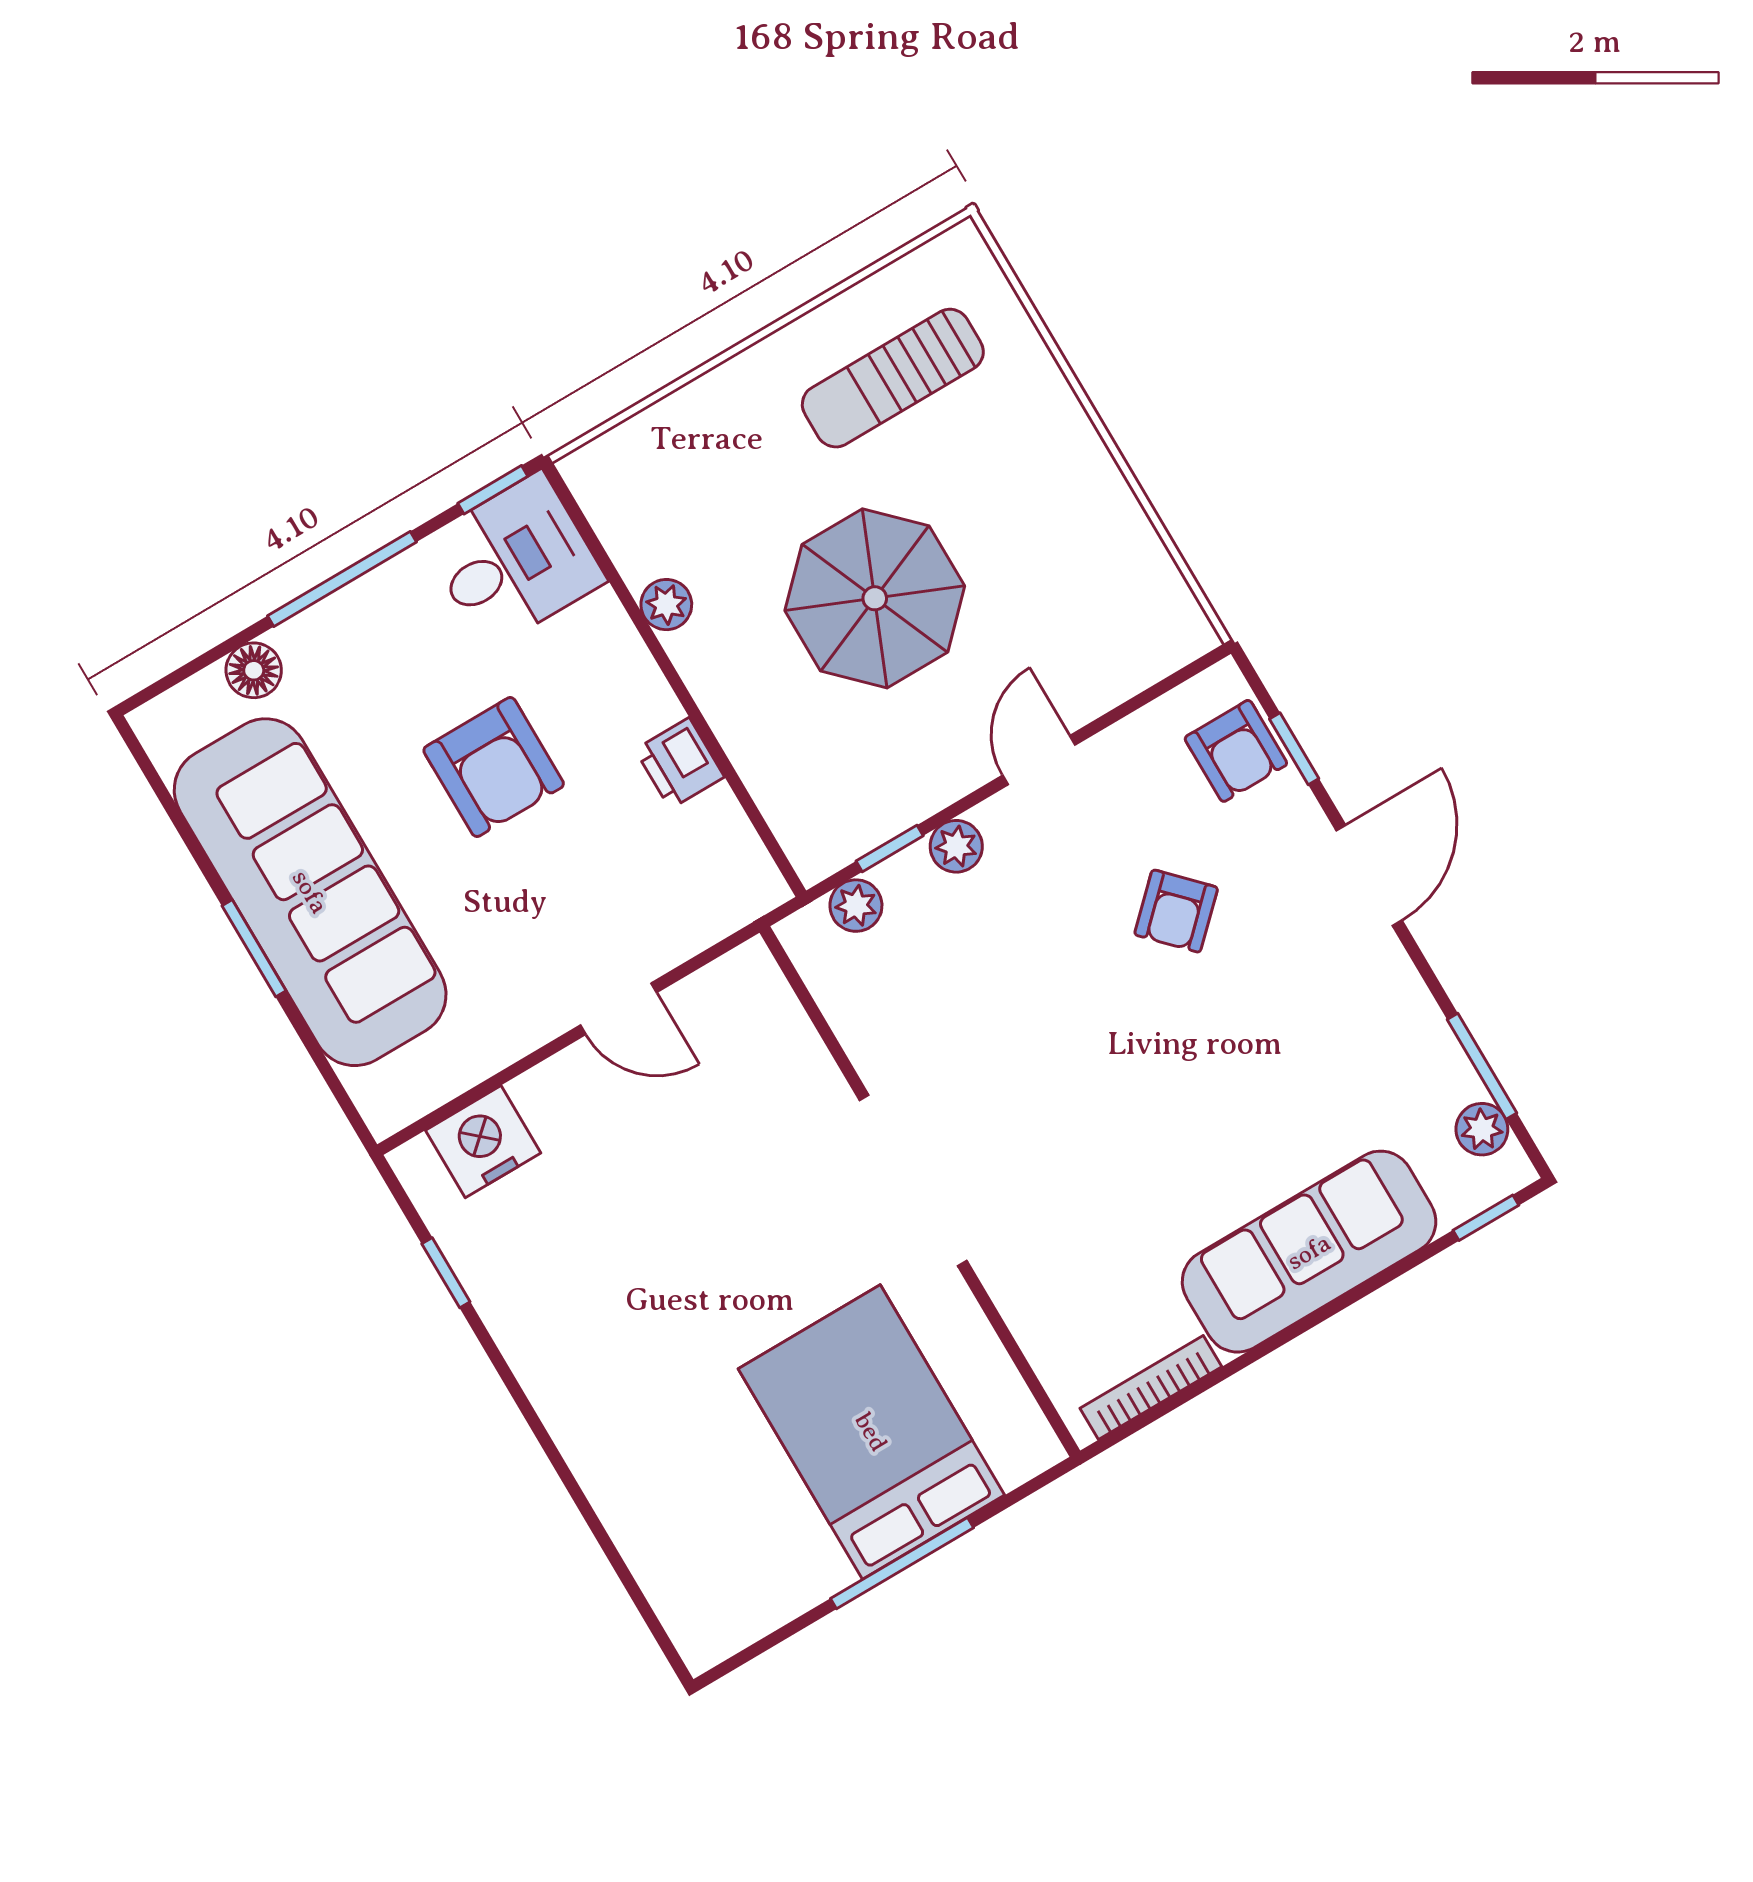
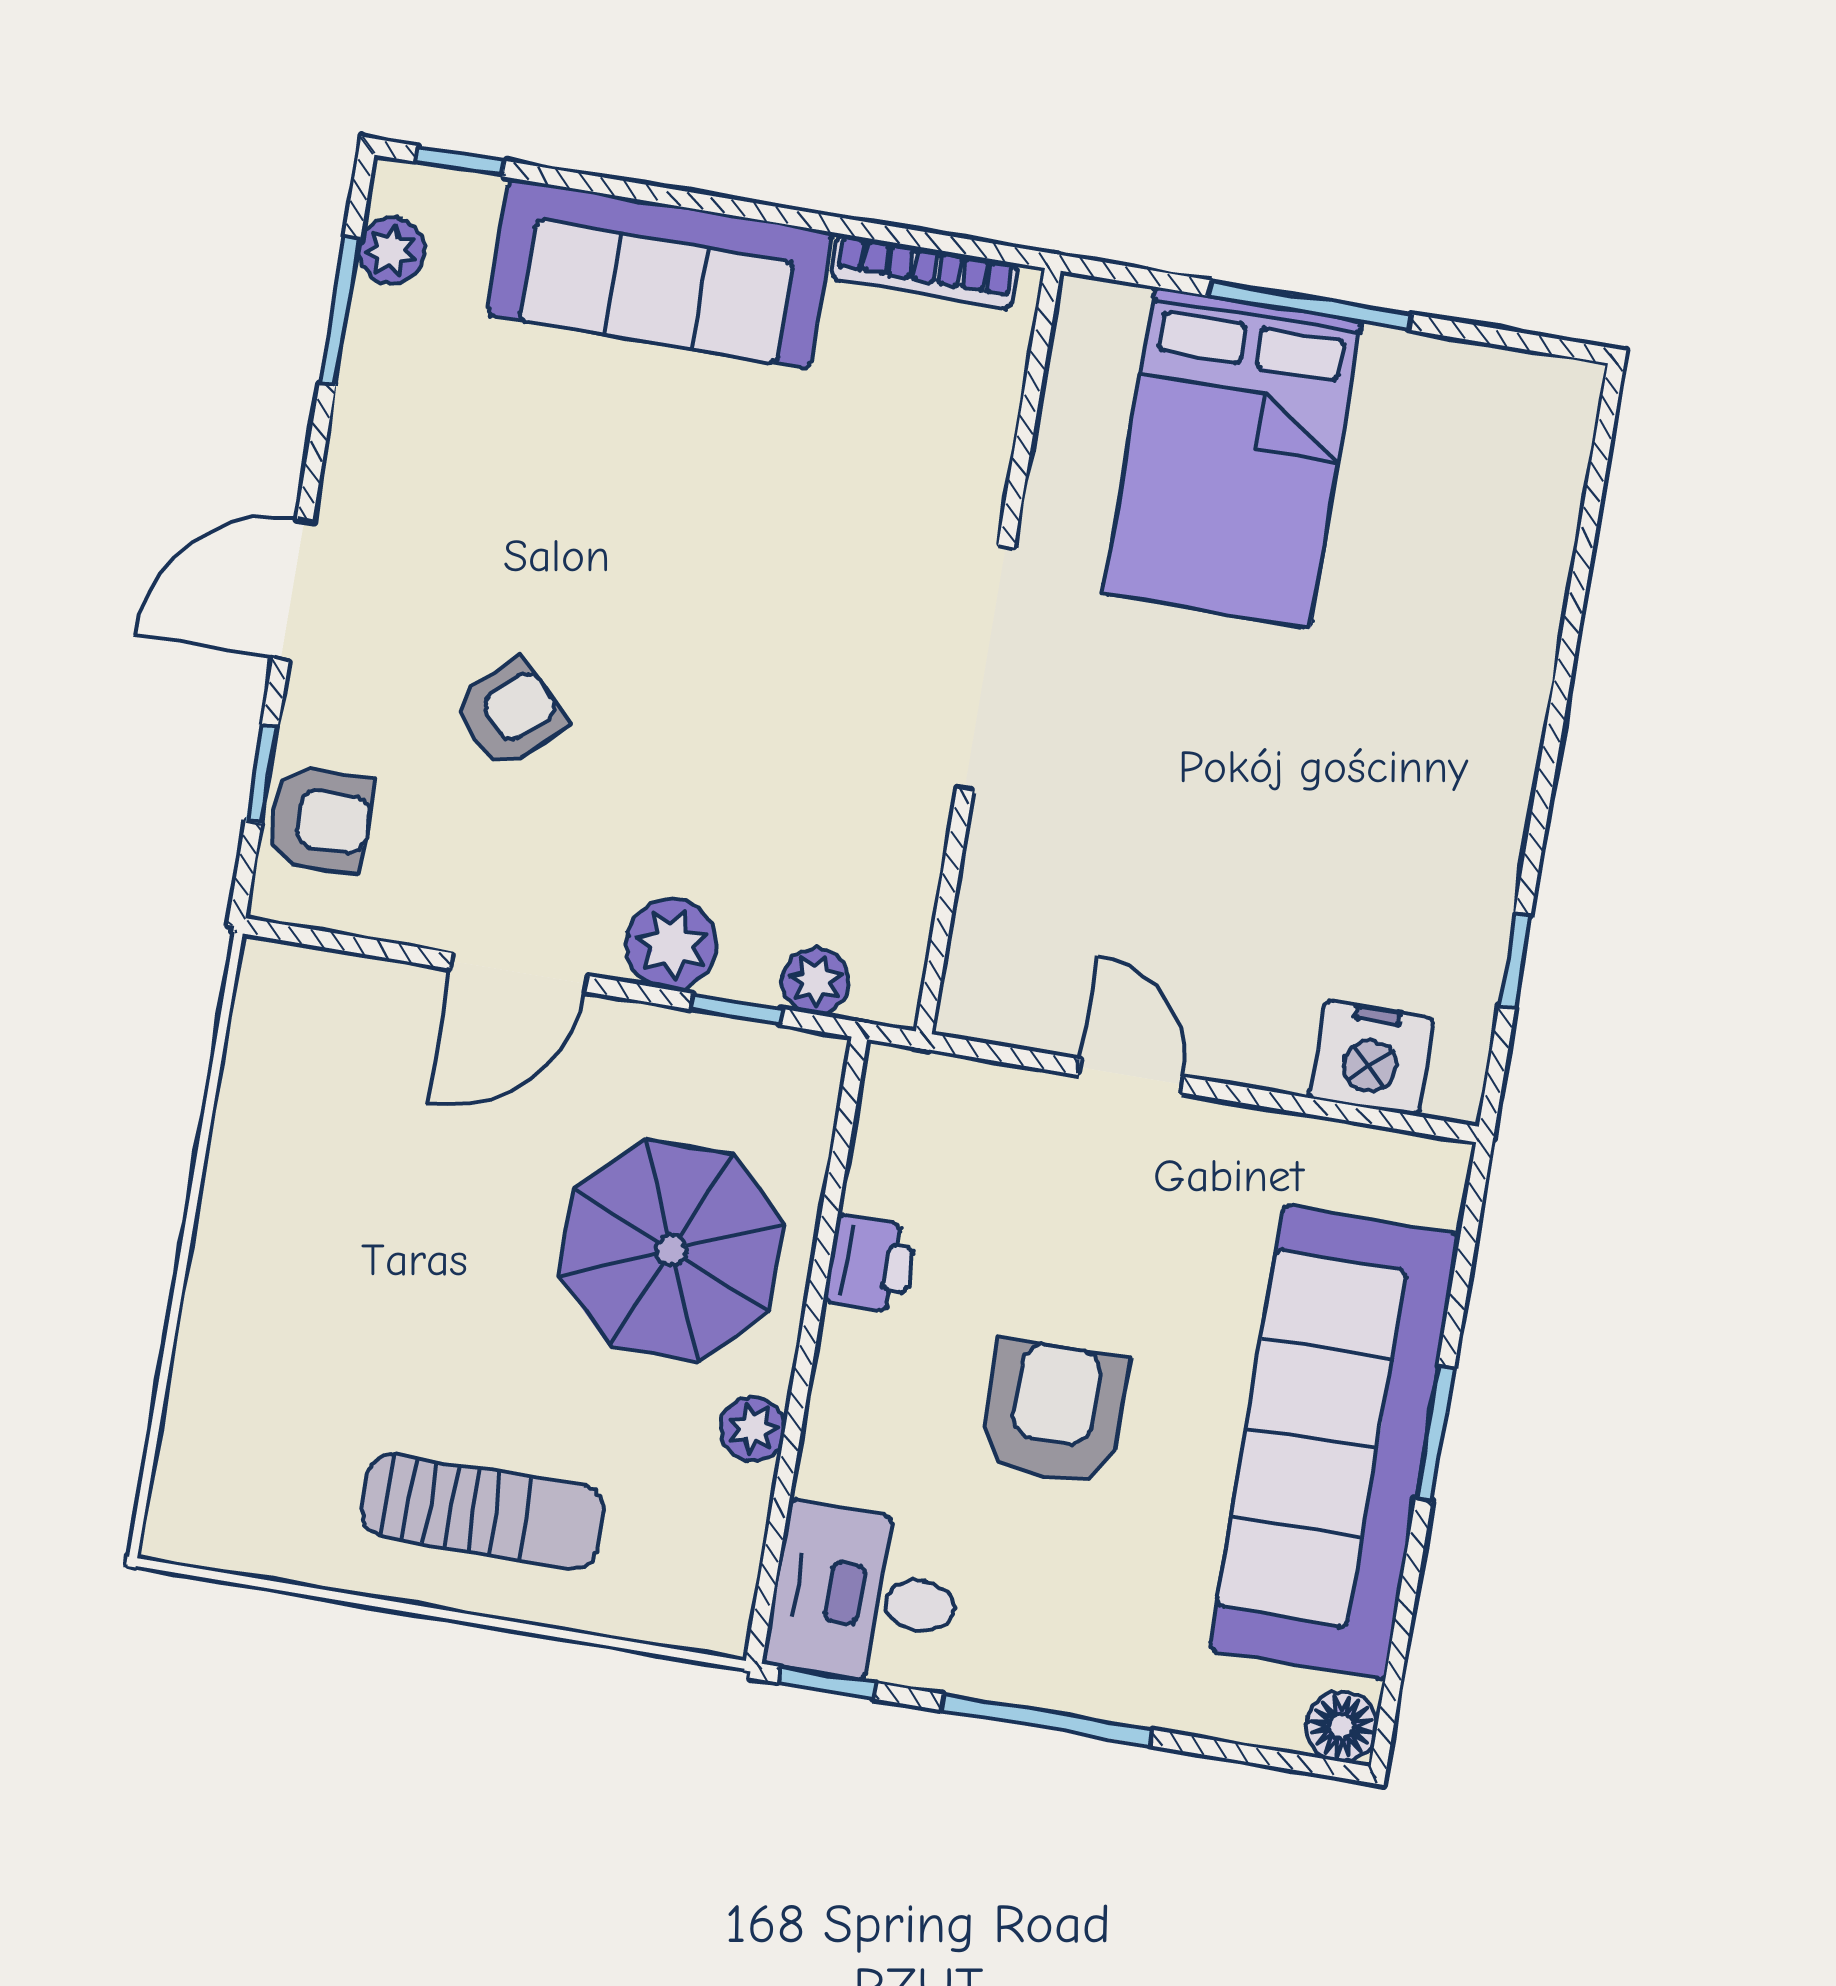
sun lounger: (893, 378) -> (483, 1511), moved
parasol: (875, 598) -> (671, 1250), moved
floor lamp: (254, 670) -> (1342, 1726), moved
armchair: (1236, 751) -> (320, 820), turned 90
door: (1039, 760) -> (519, 972), width x1.38
plant: (956, 846) -> (672, 944), width x1.38, depth x1.38

